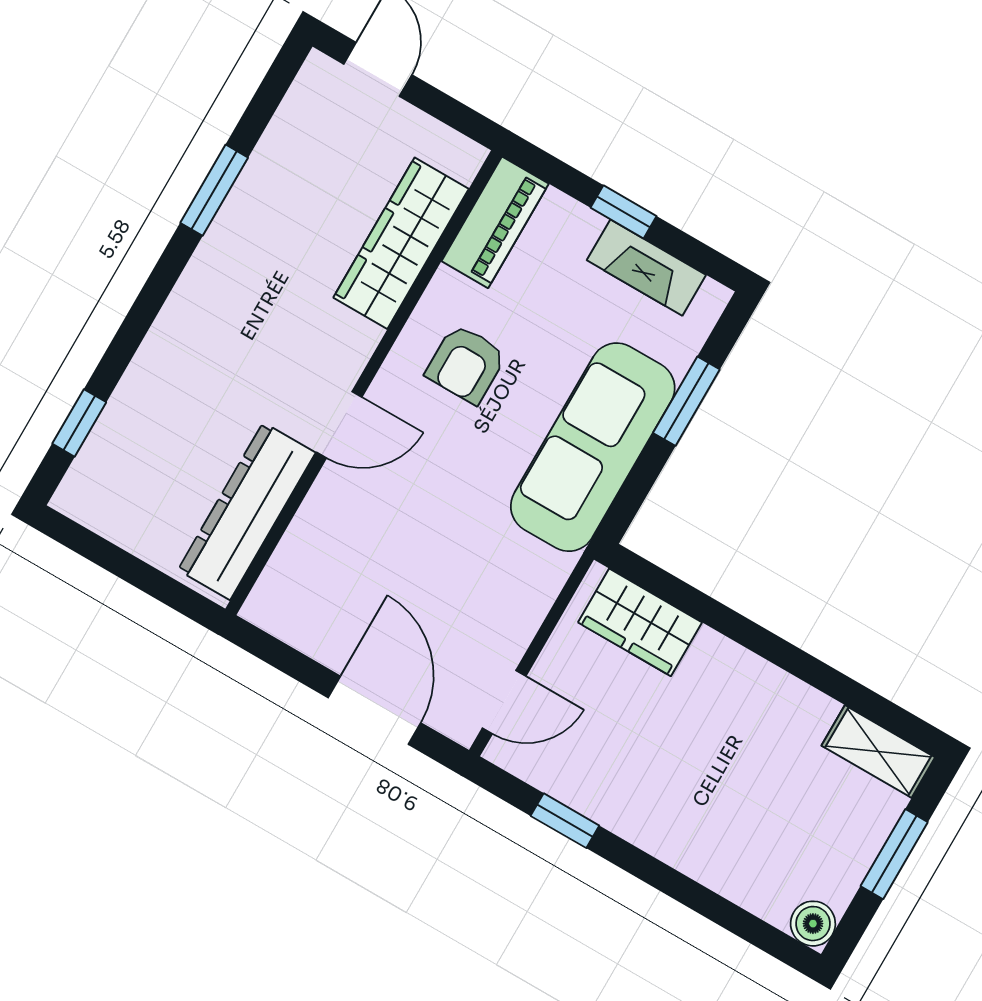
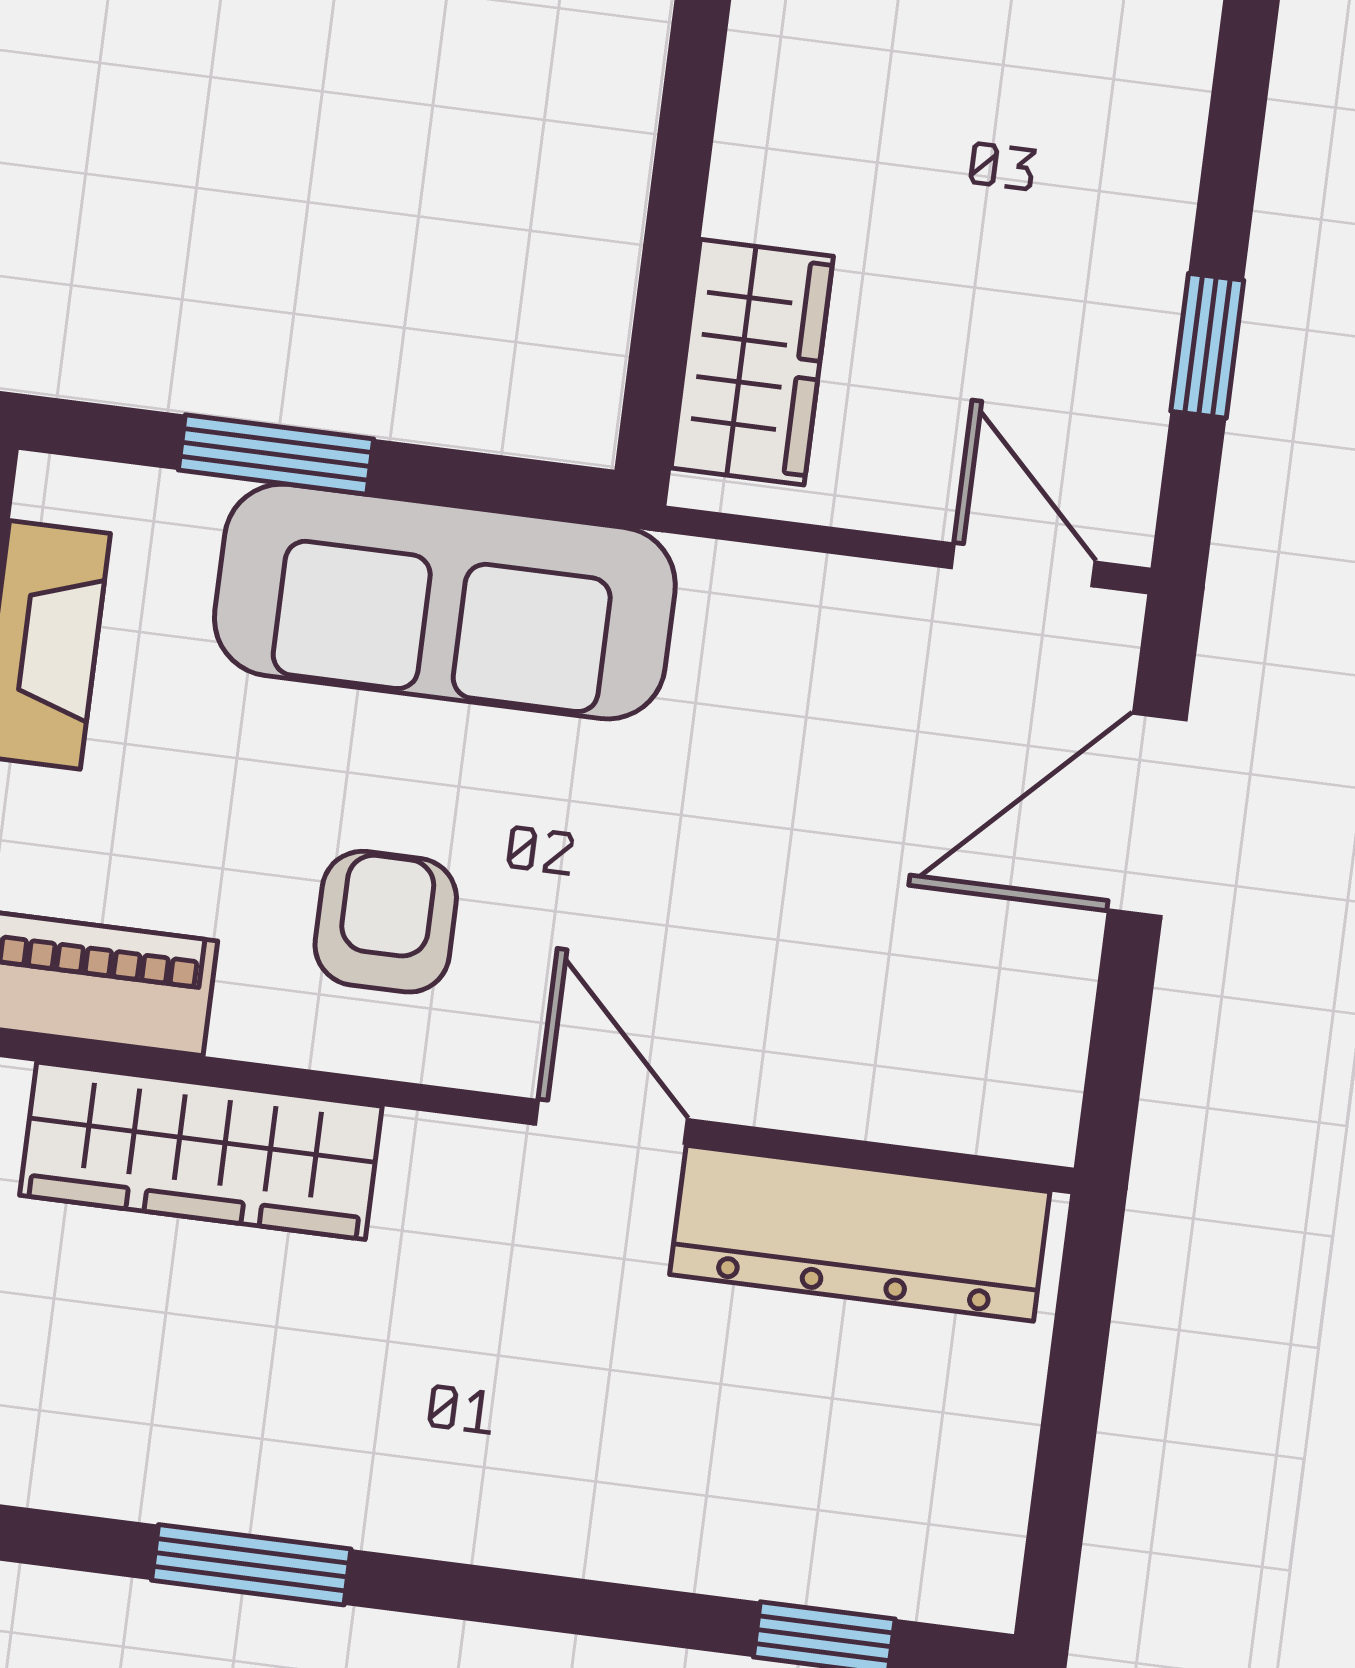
armchair: (466, 364) -> (386, 922), turned -90

